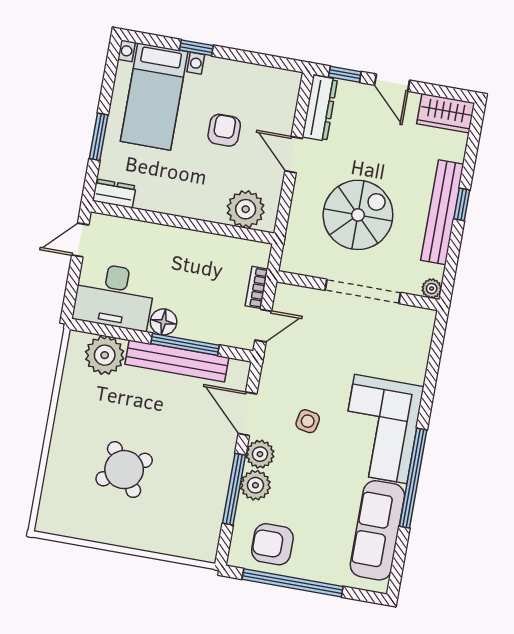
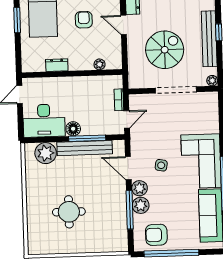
window: (99, 137) -> (17, 20), moved
dresser: (114, 193) -> (57, 65), moved
plant: (246, 209) -> (100, 64), width x0.53, depth x0.53
round table: (124, 470) -> (69, 212), turned 34

